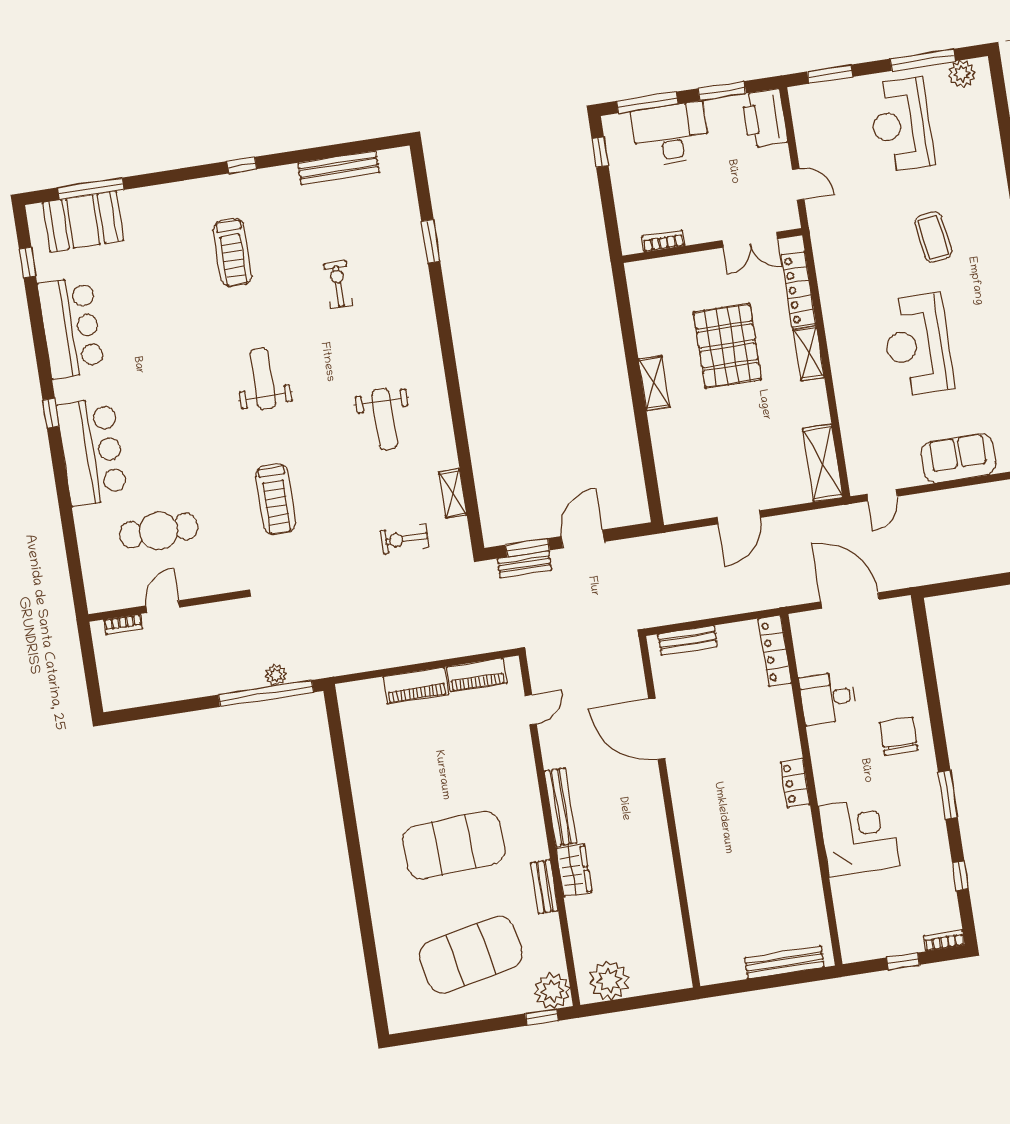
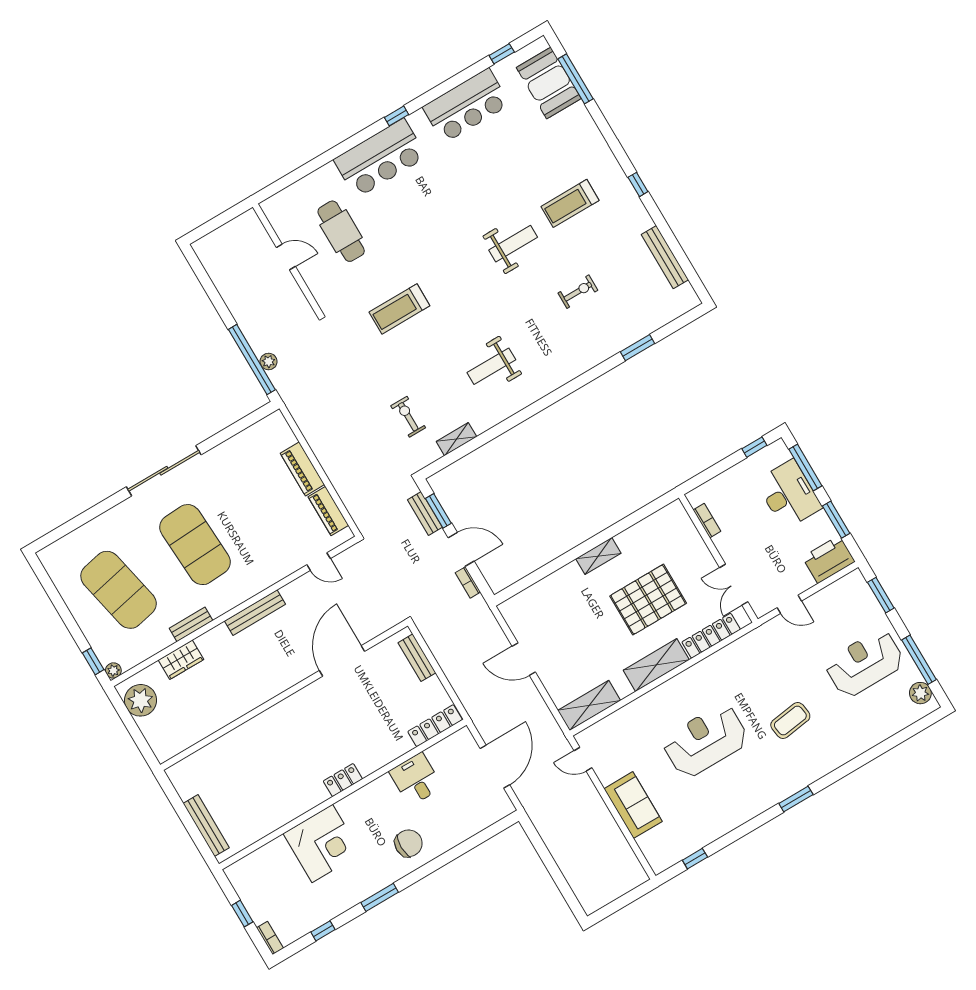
door: (798, 184) -> (789, 604), hinge flipped
shelving: (809, 353) -> (656, 665), width x1.50, depth x1.33
weight bench: (263, 379) -> (513, 244), moved
bookcase: (123, 624) -> (468, 582), moved
sliding door: (354, 847) -> (164, 471), added
wardrobe: (574, 870) -> (181, 660), moved
plant: (552, 991) -> (113, 670), width x0.53, depth x0.53

